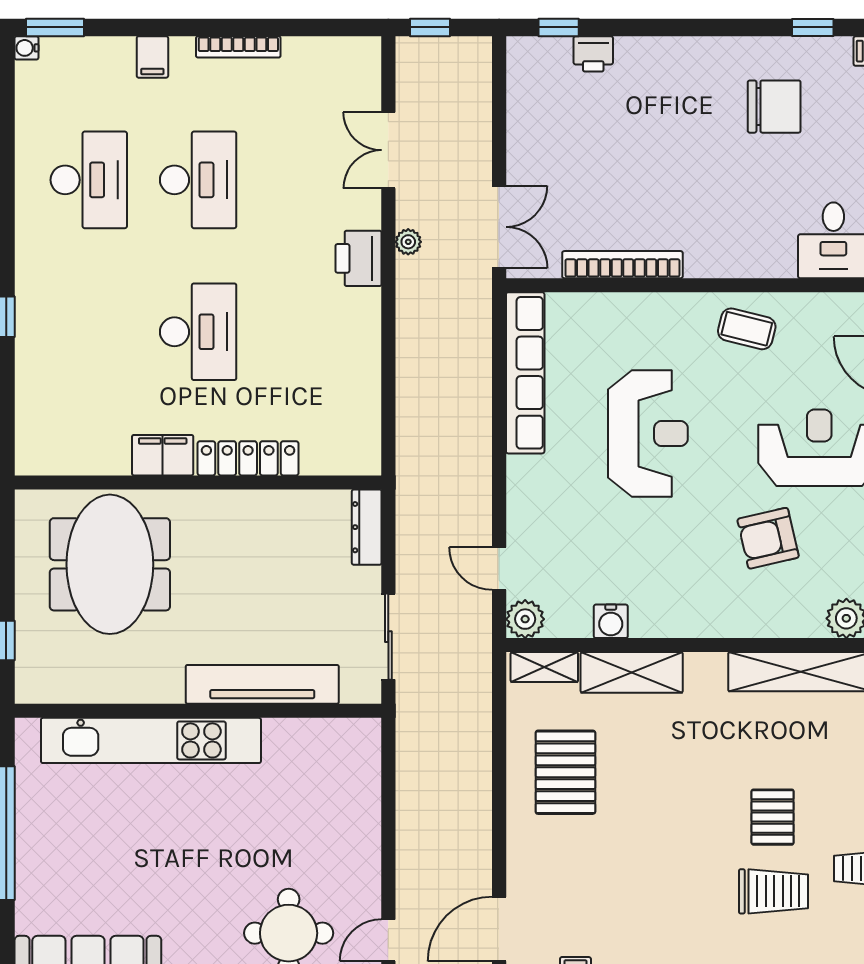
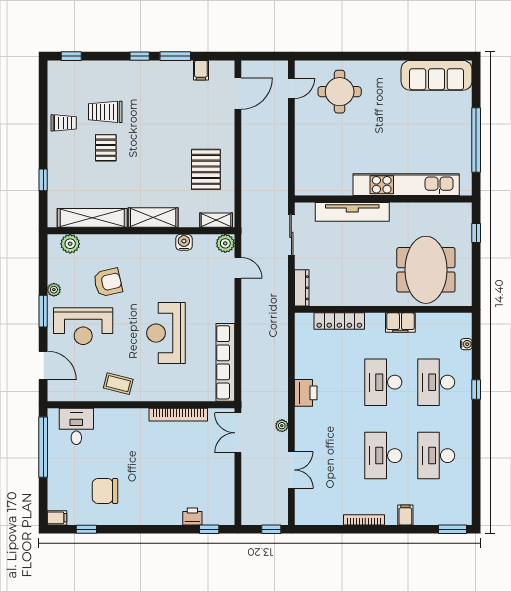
water cooler: (26, 48) -> (466, 344), moved
printer: (359, 258) -> (306, 393), moved
desk: (89, 332) -> (436, 382), added
locker: (248, 458) -> (339, 321), moved
shelving: (632, 672) -> (153, 218), moved

